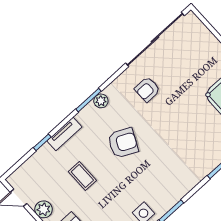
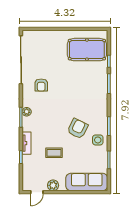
armchair: (123, 143) -> (78, 129), moved

